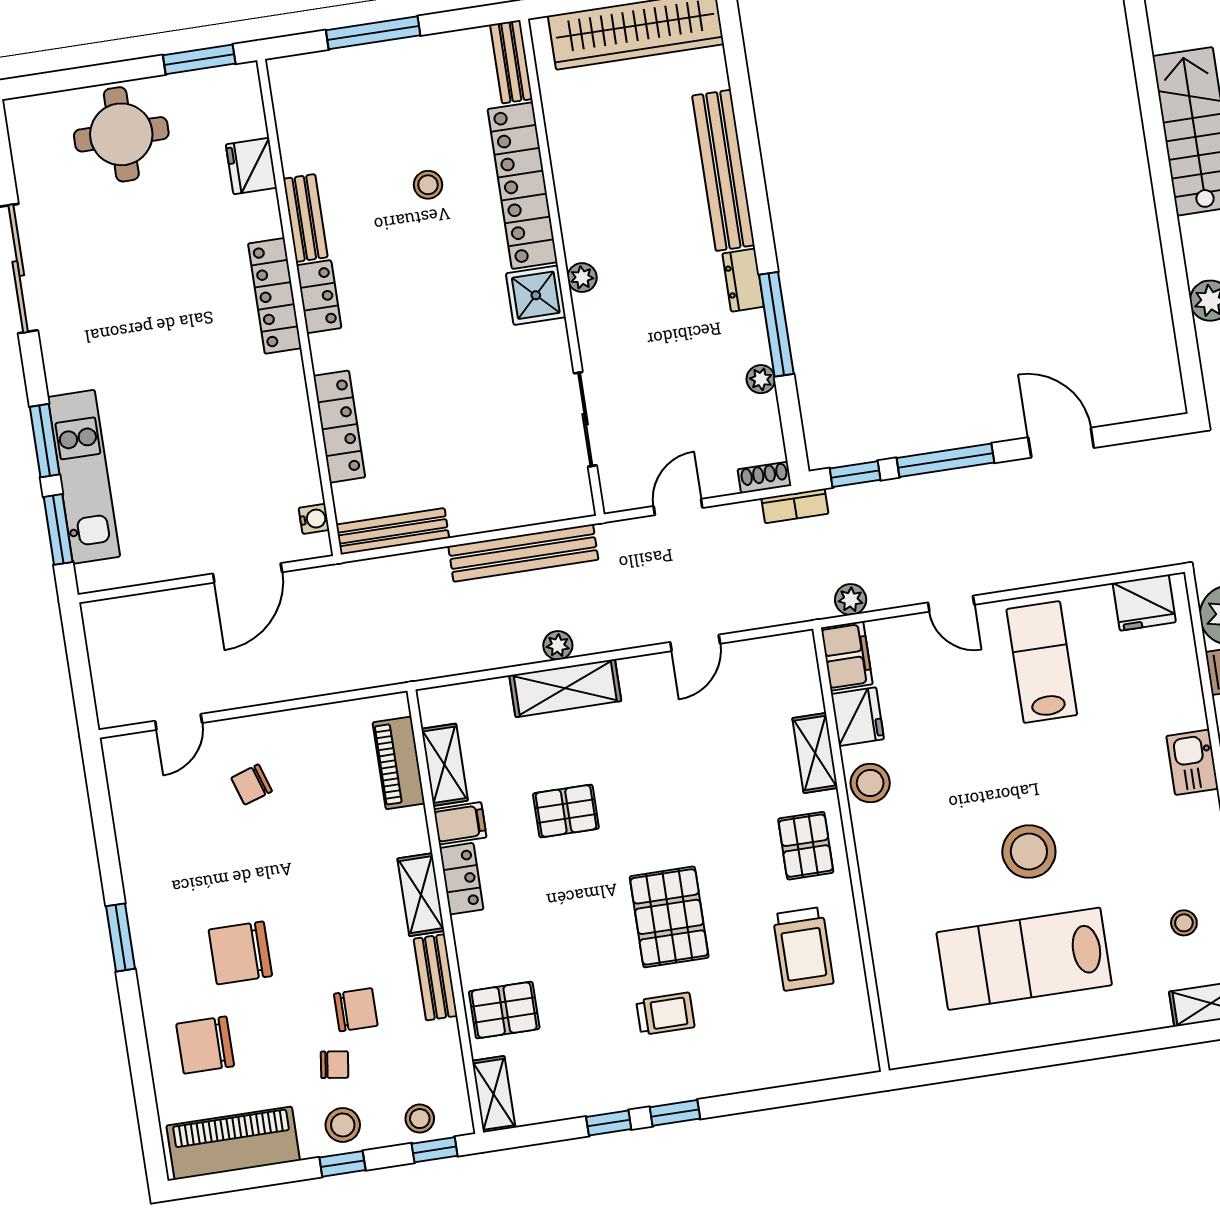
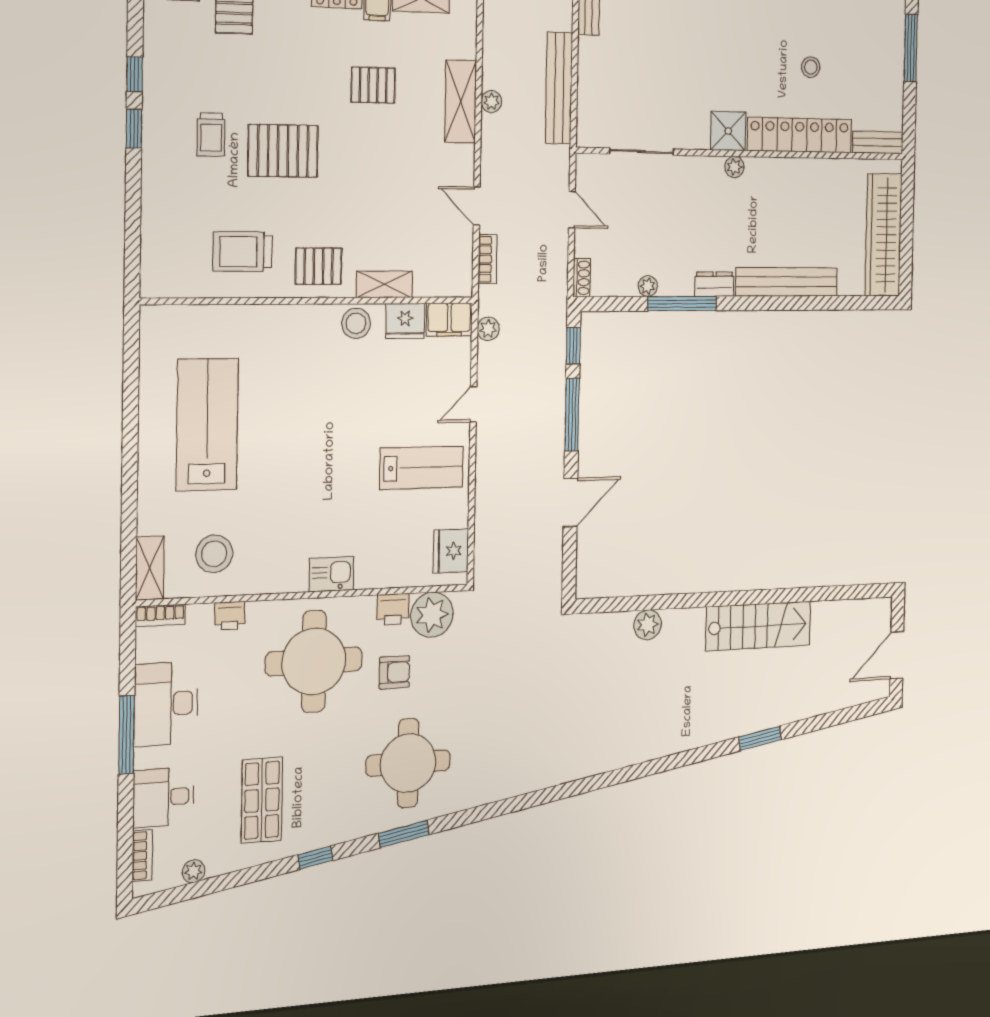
bookcase: (795, 506) -> (487, 259), moved, turned 180
pallet: (566, 811) -> (373, 85), turned 90
stool: (1029, 851) -> (287, 439), removed
stool: (1184, 923) -> (214, 554), width x1.89, depth x1.89

